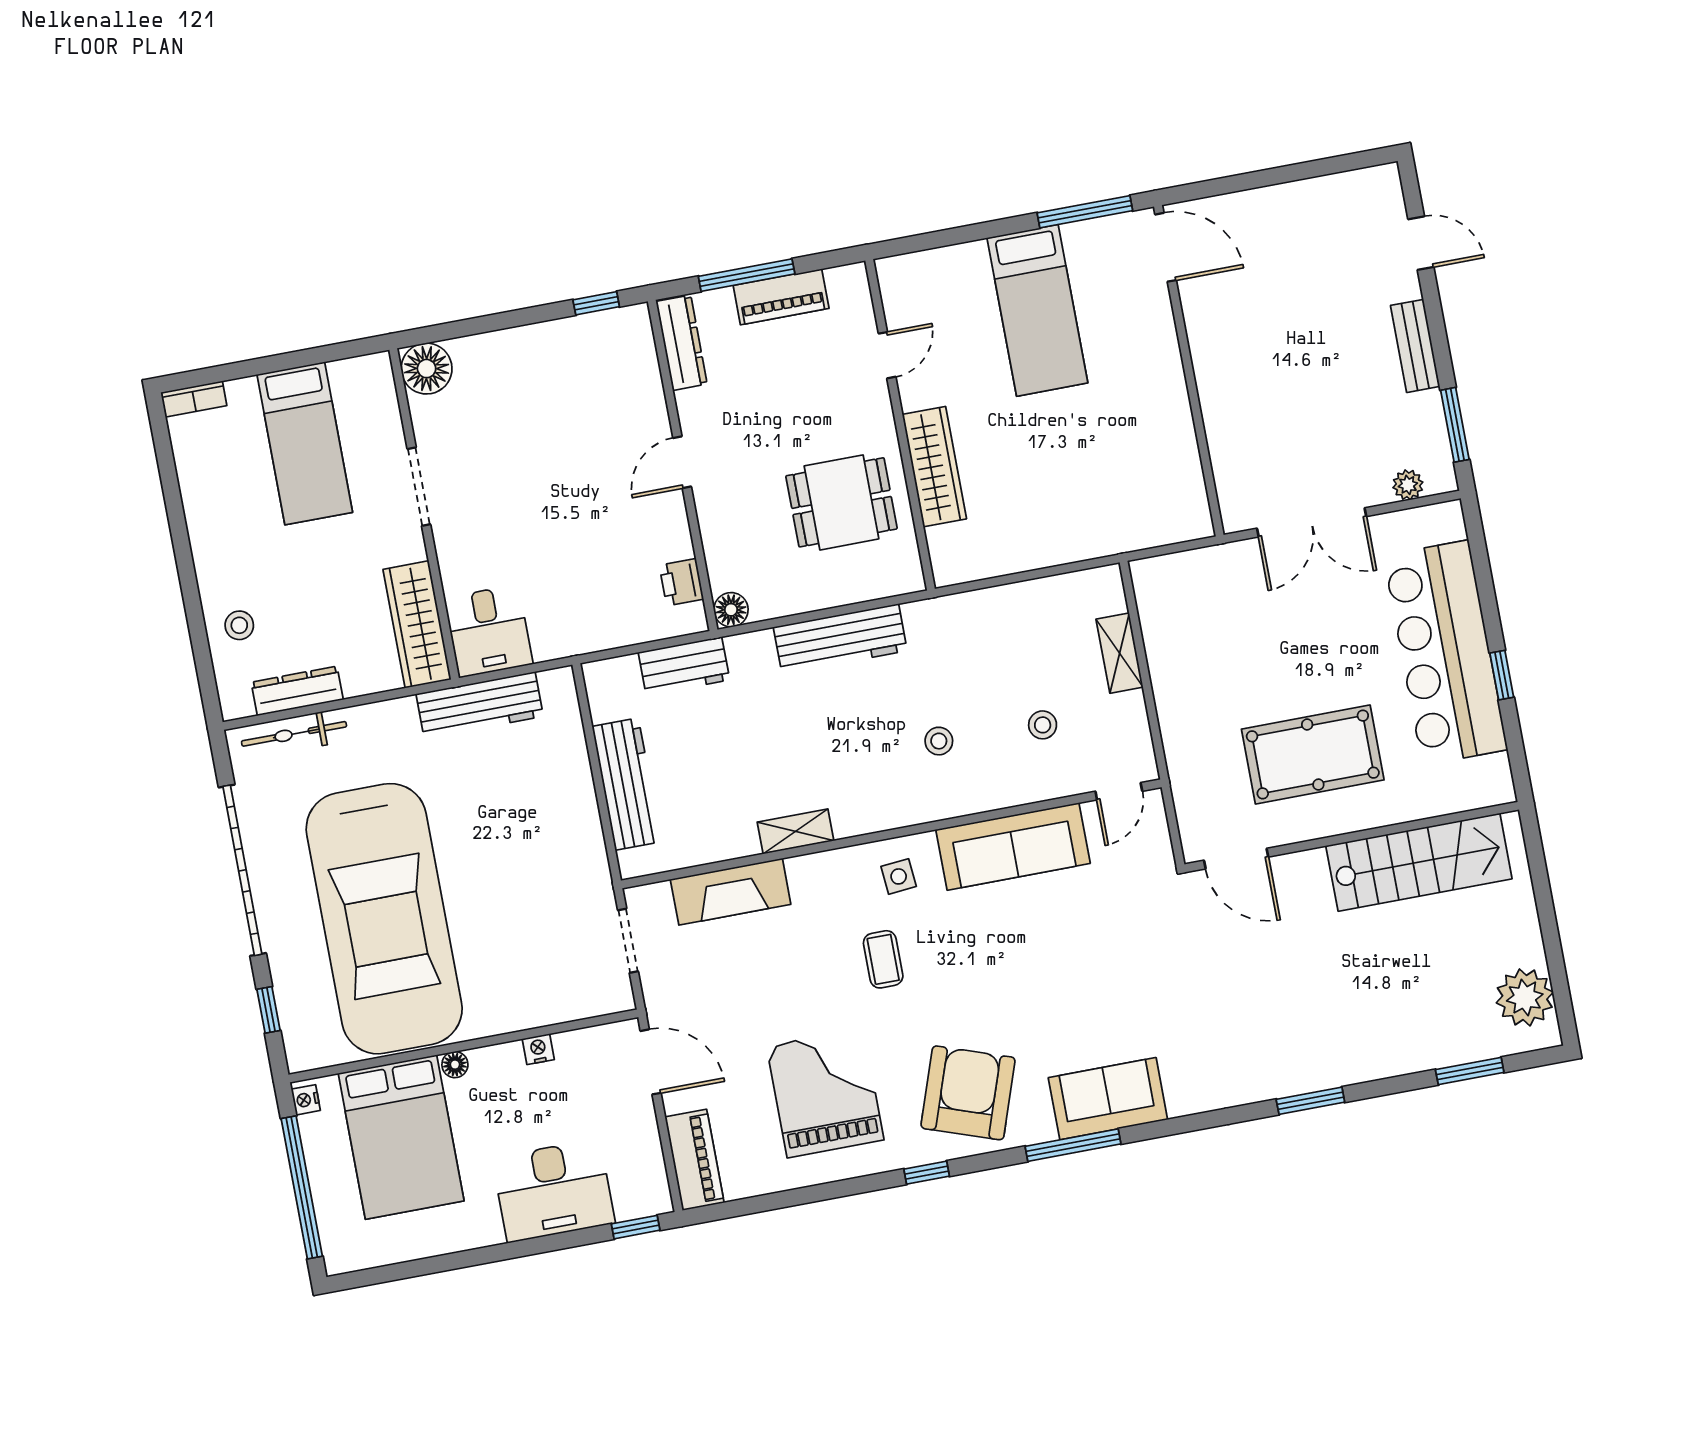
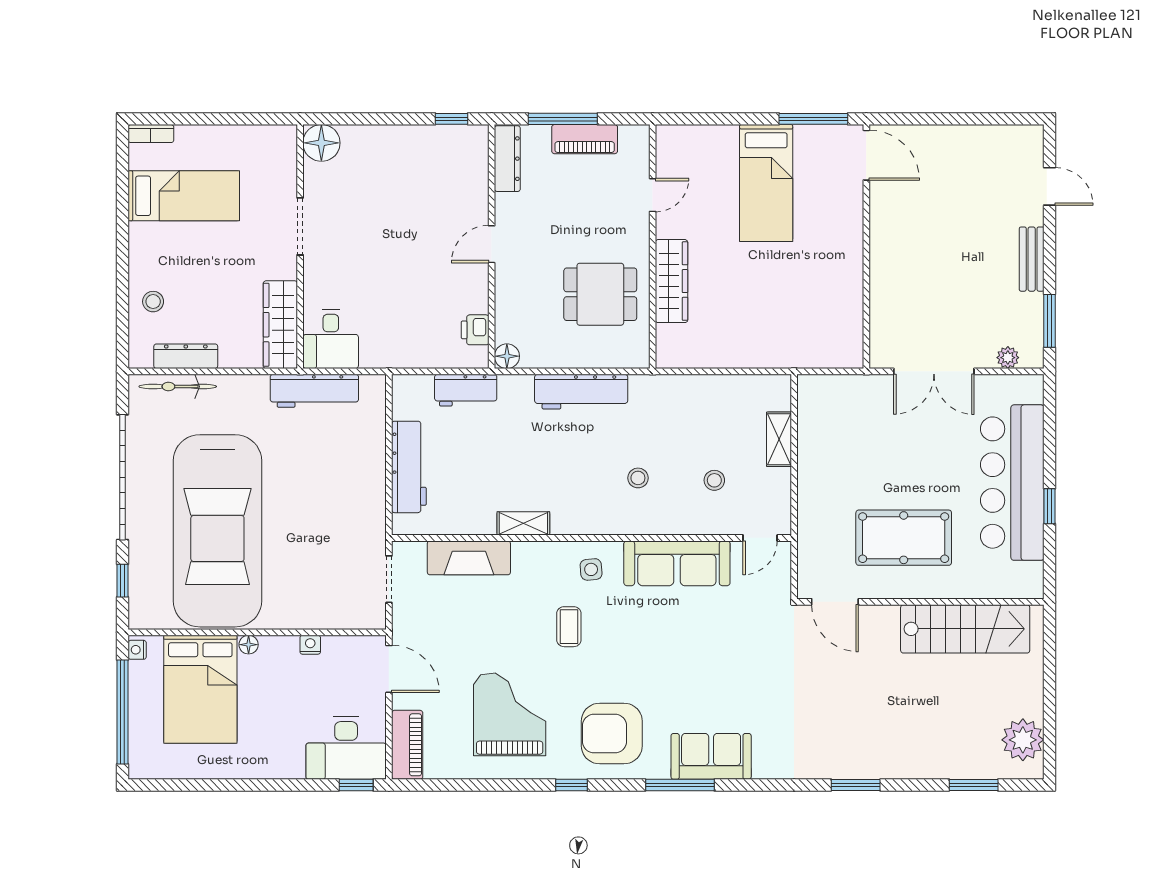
bed: (305, 443) -> (184, 196), moved, turned -90
armchair: (968, 1093) -> (612, 734), turned -109
desk: (553, 1191) -> (346, 748), moved

